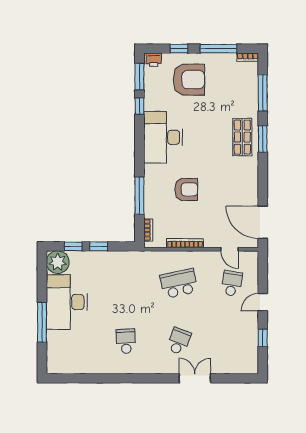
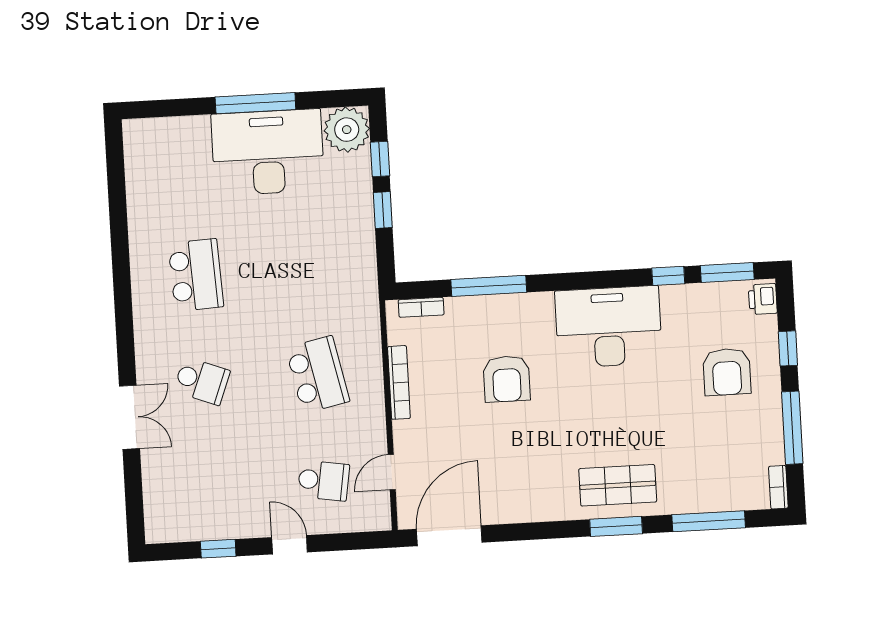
armchair: (189, 80) -> (727, 372), width x0.73, depth x0.73
window: (42, 322) -> (255, 103), moved
school desk: (126, 341) -> (196, 275), width x1.85

